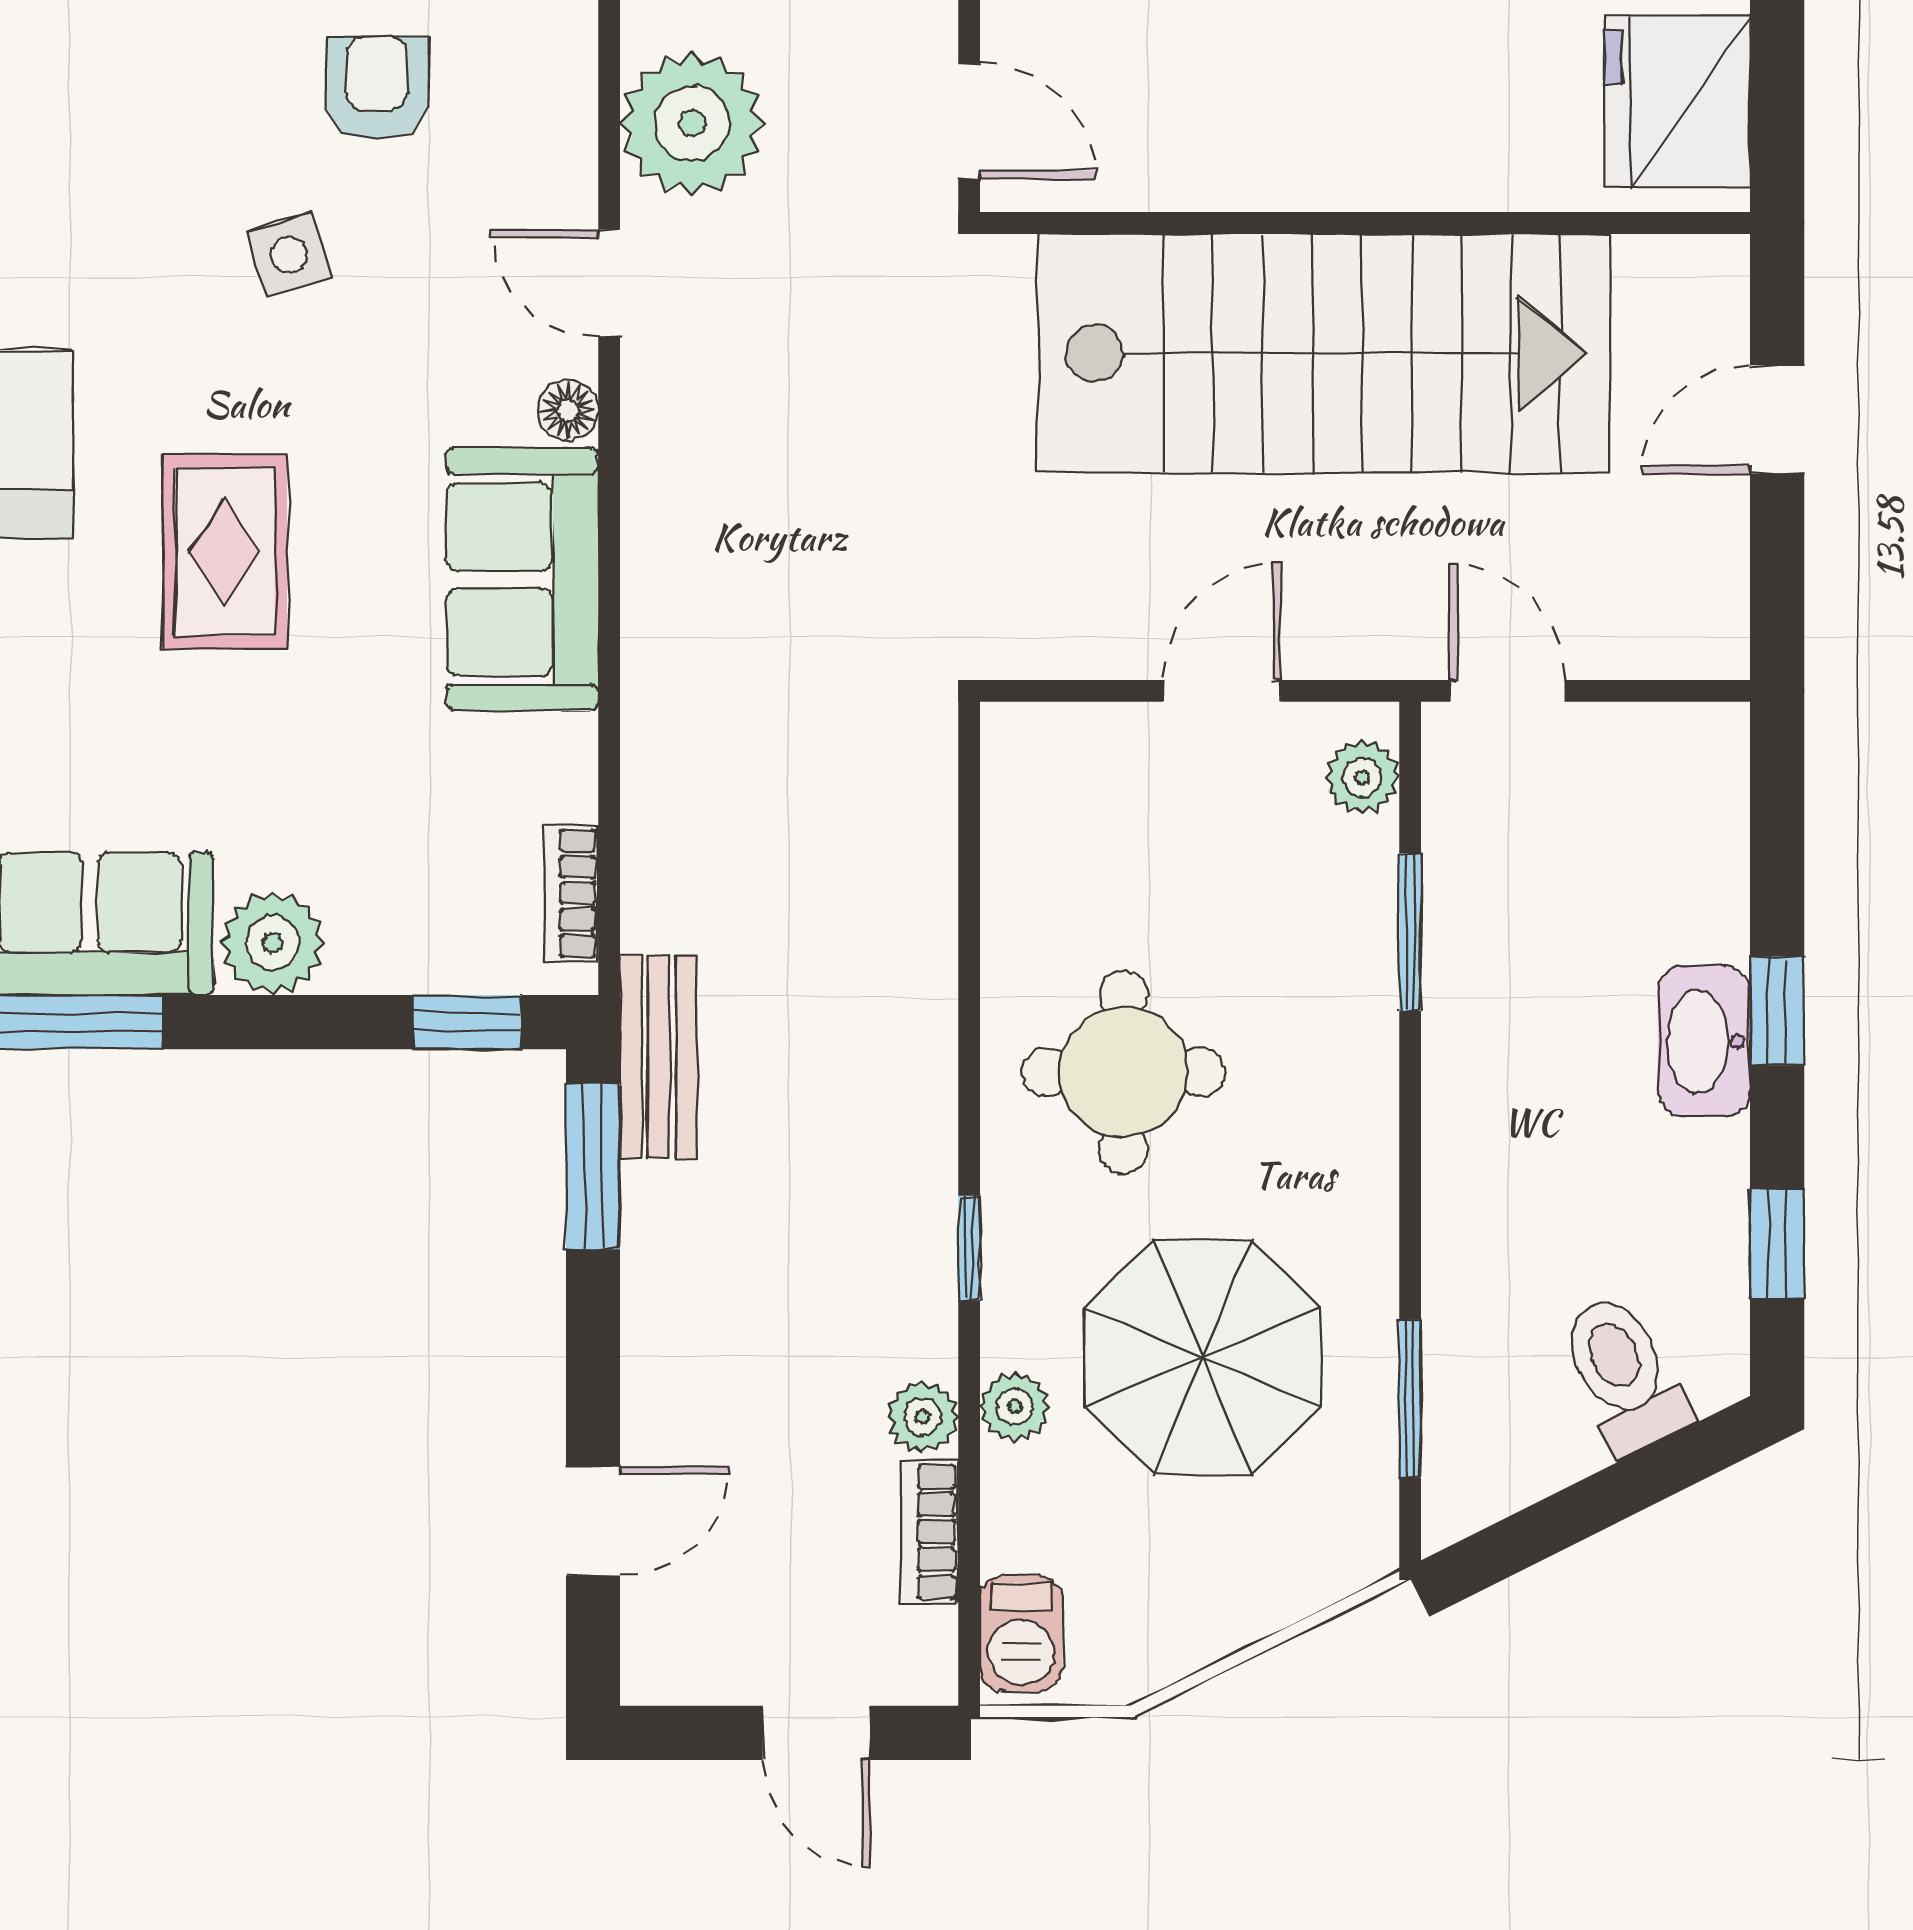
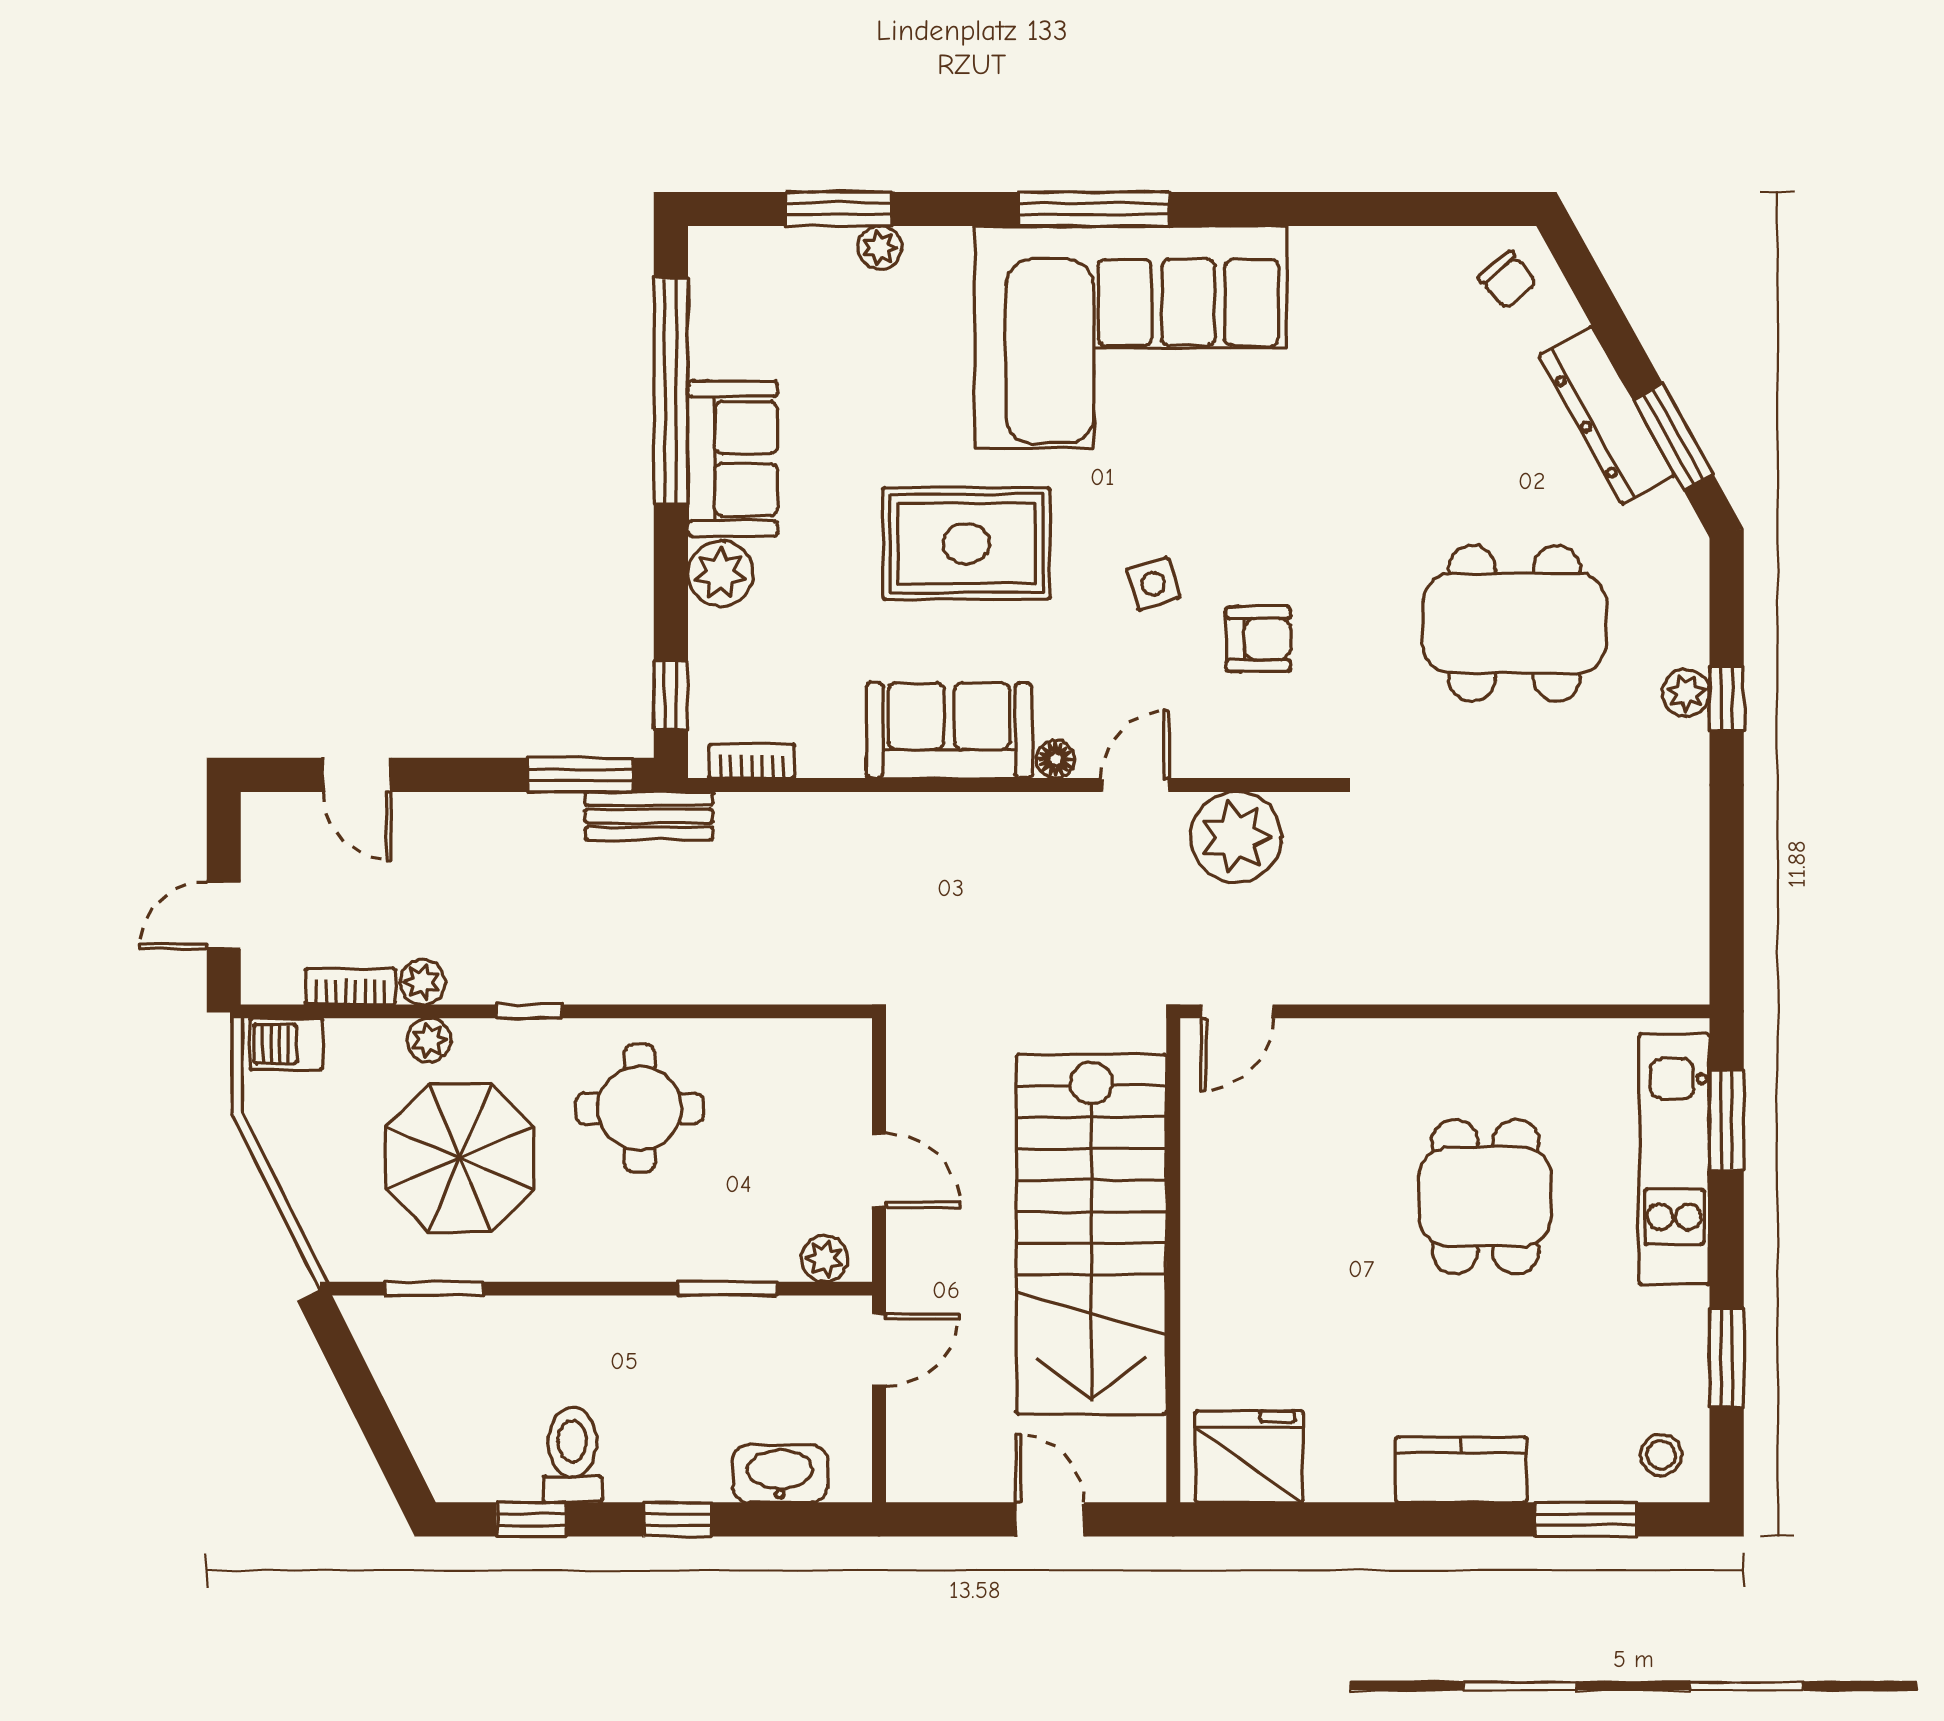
rug: (225, 552) -> (966, 543), width x1.36, depth x1.43
washbasin: (1704, 1041) -> (780, 1473), moved
toilet: (1624, 1374) -> (572, 1455), moved, turned -63

